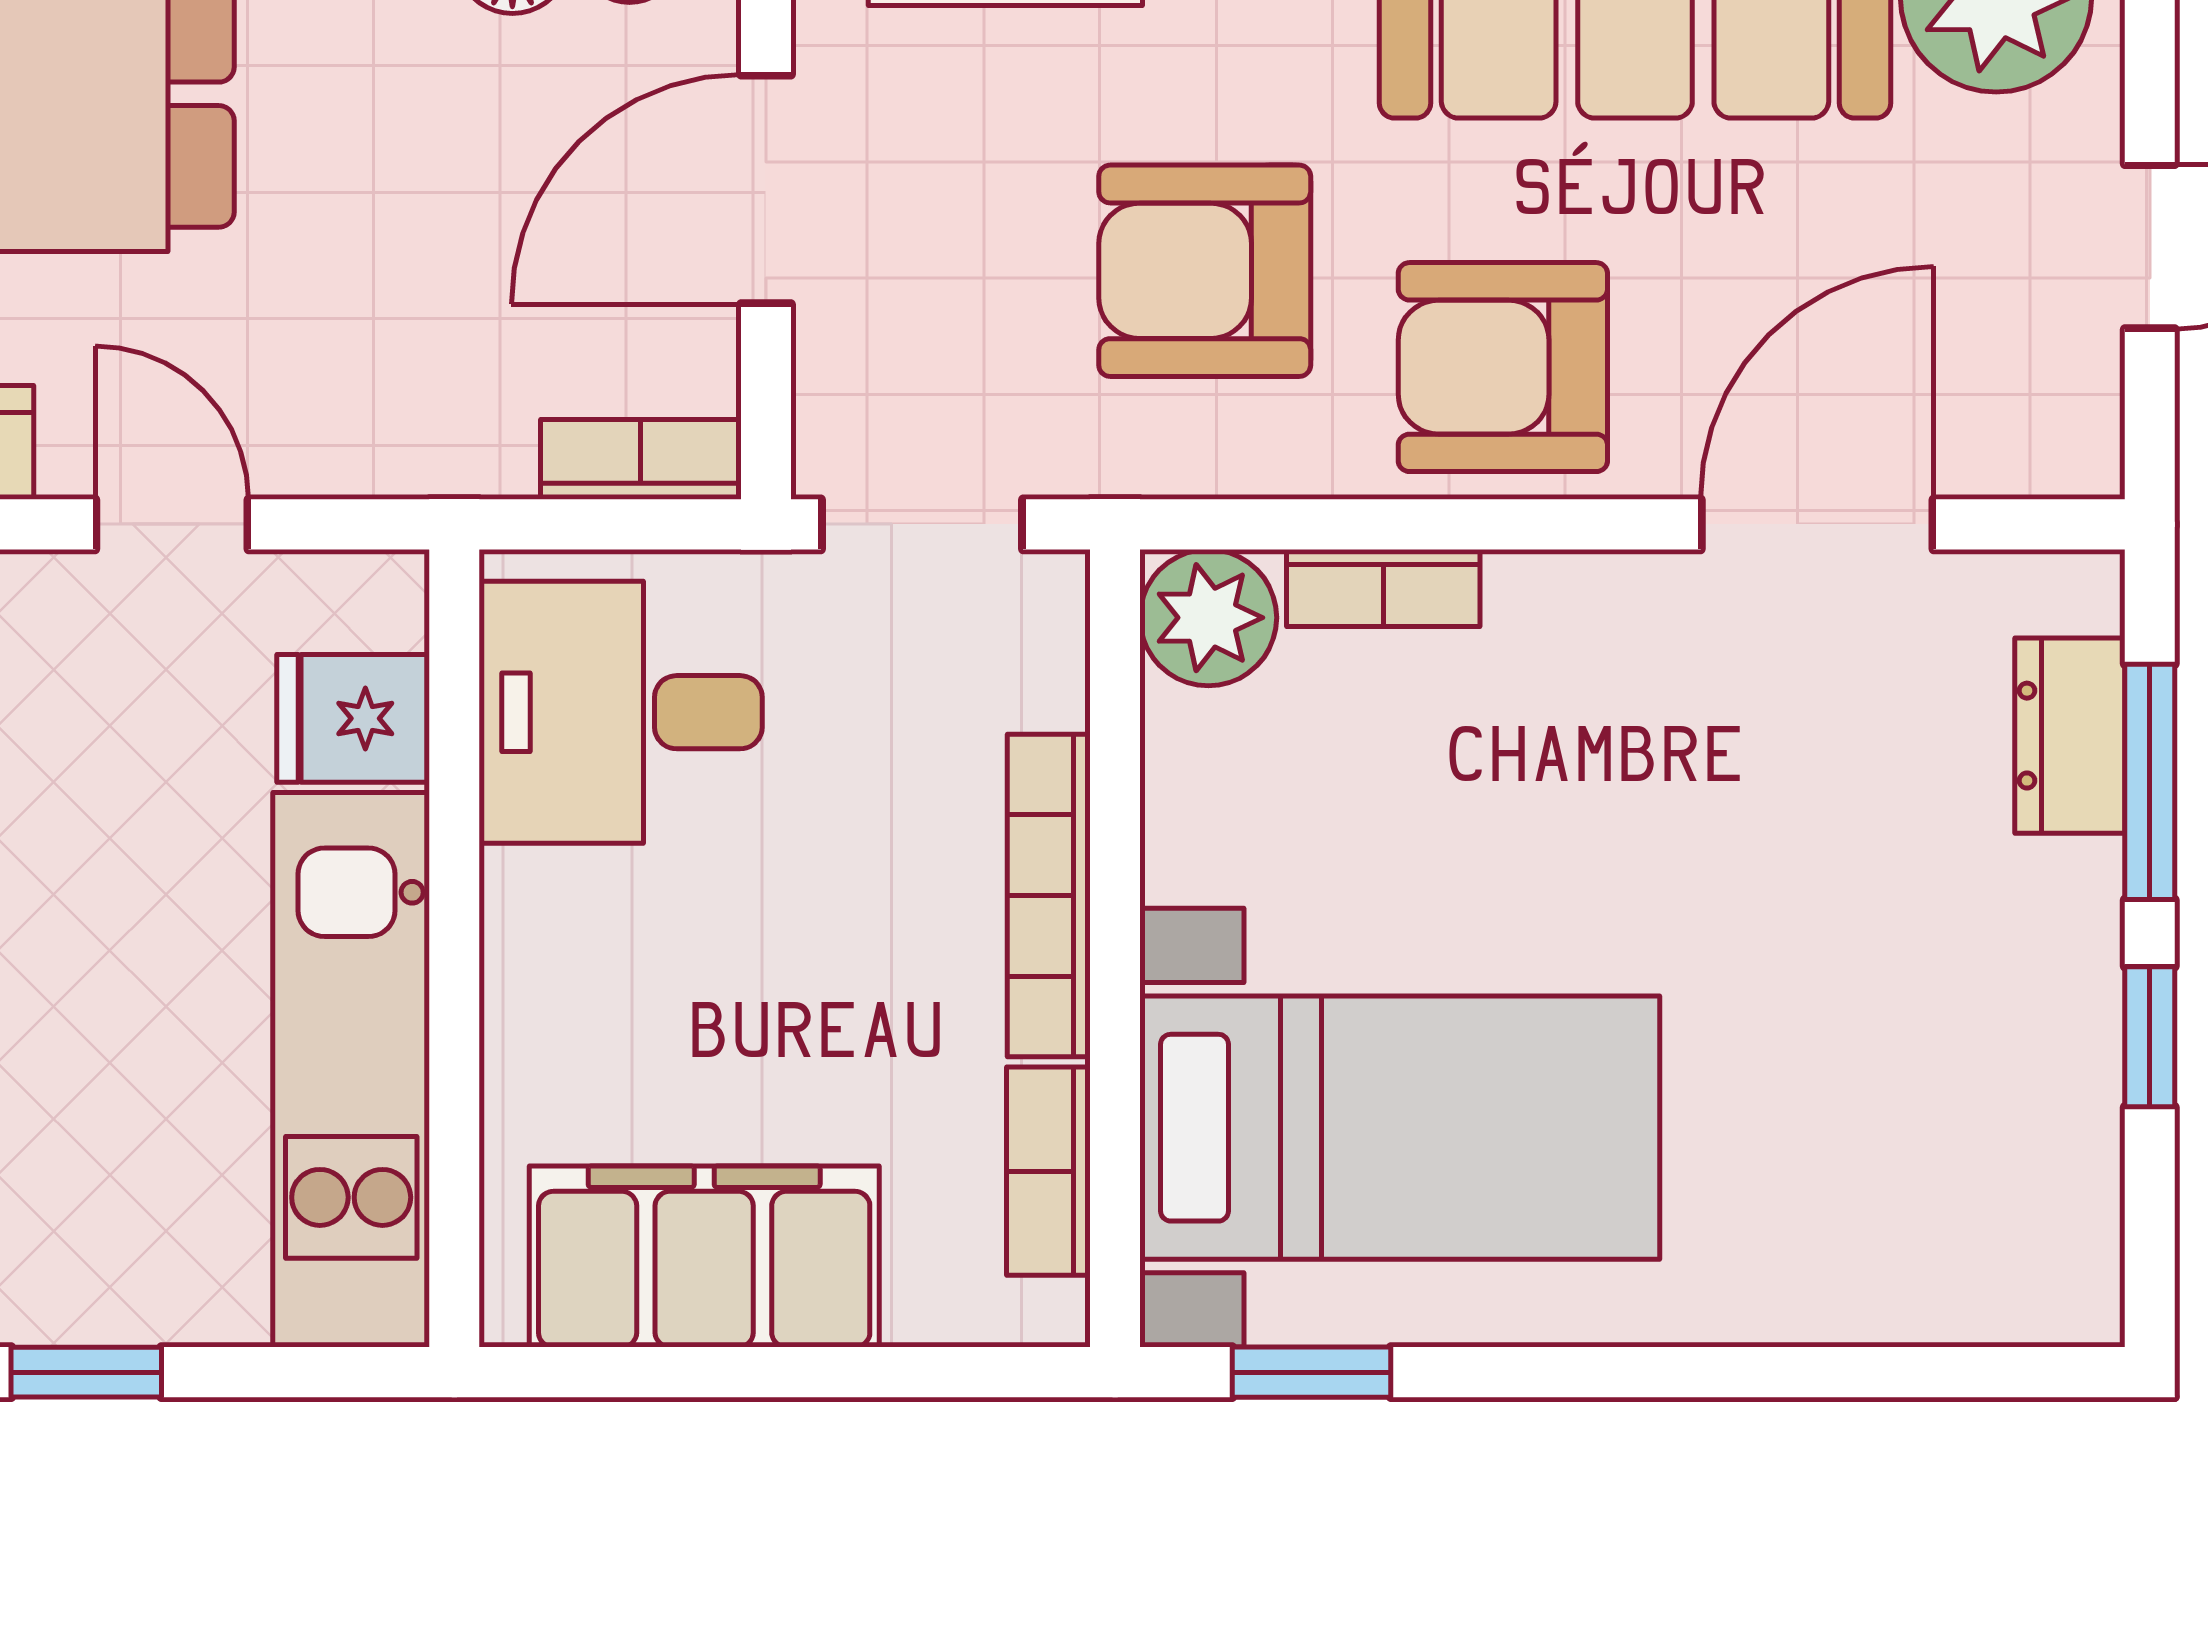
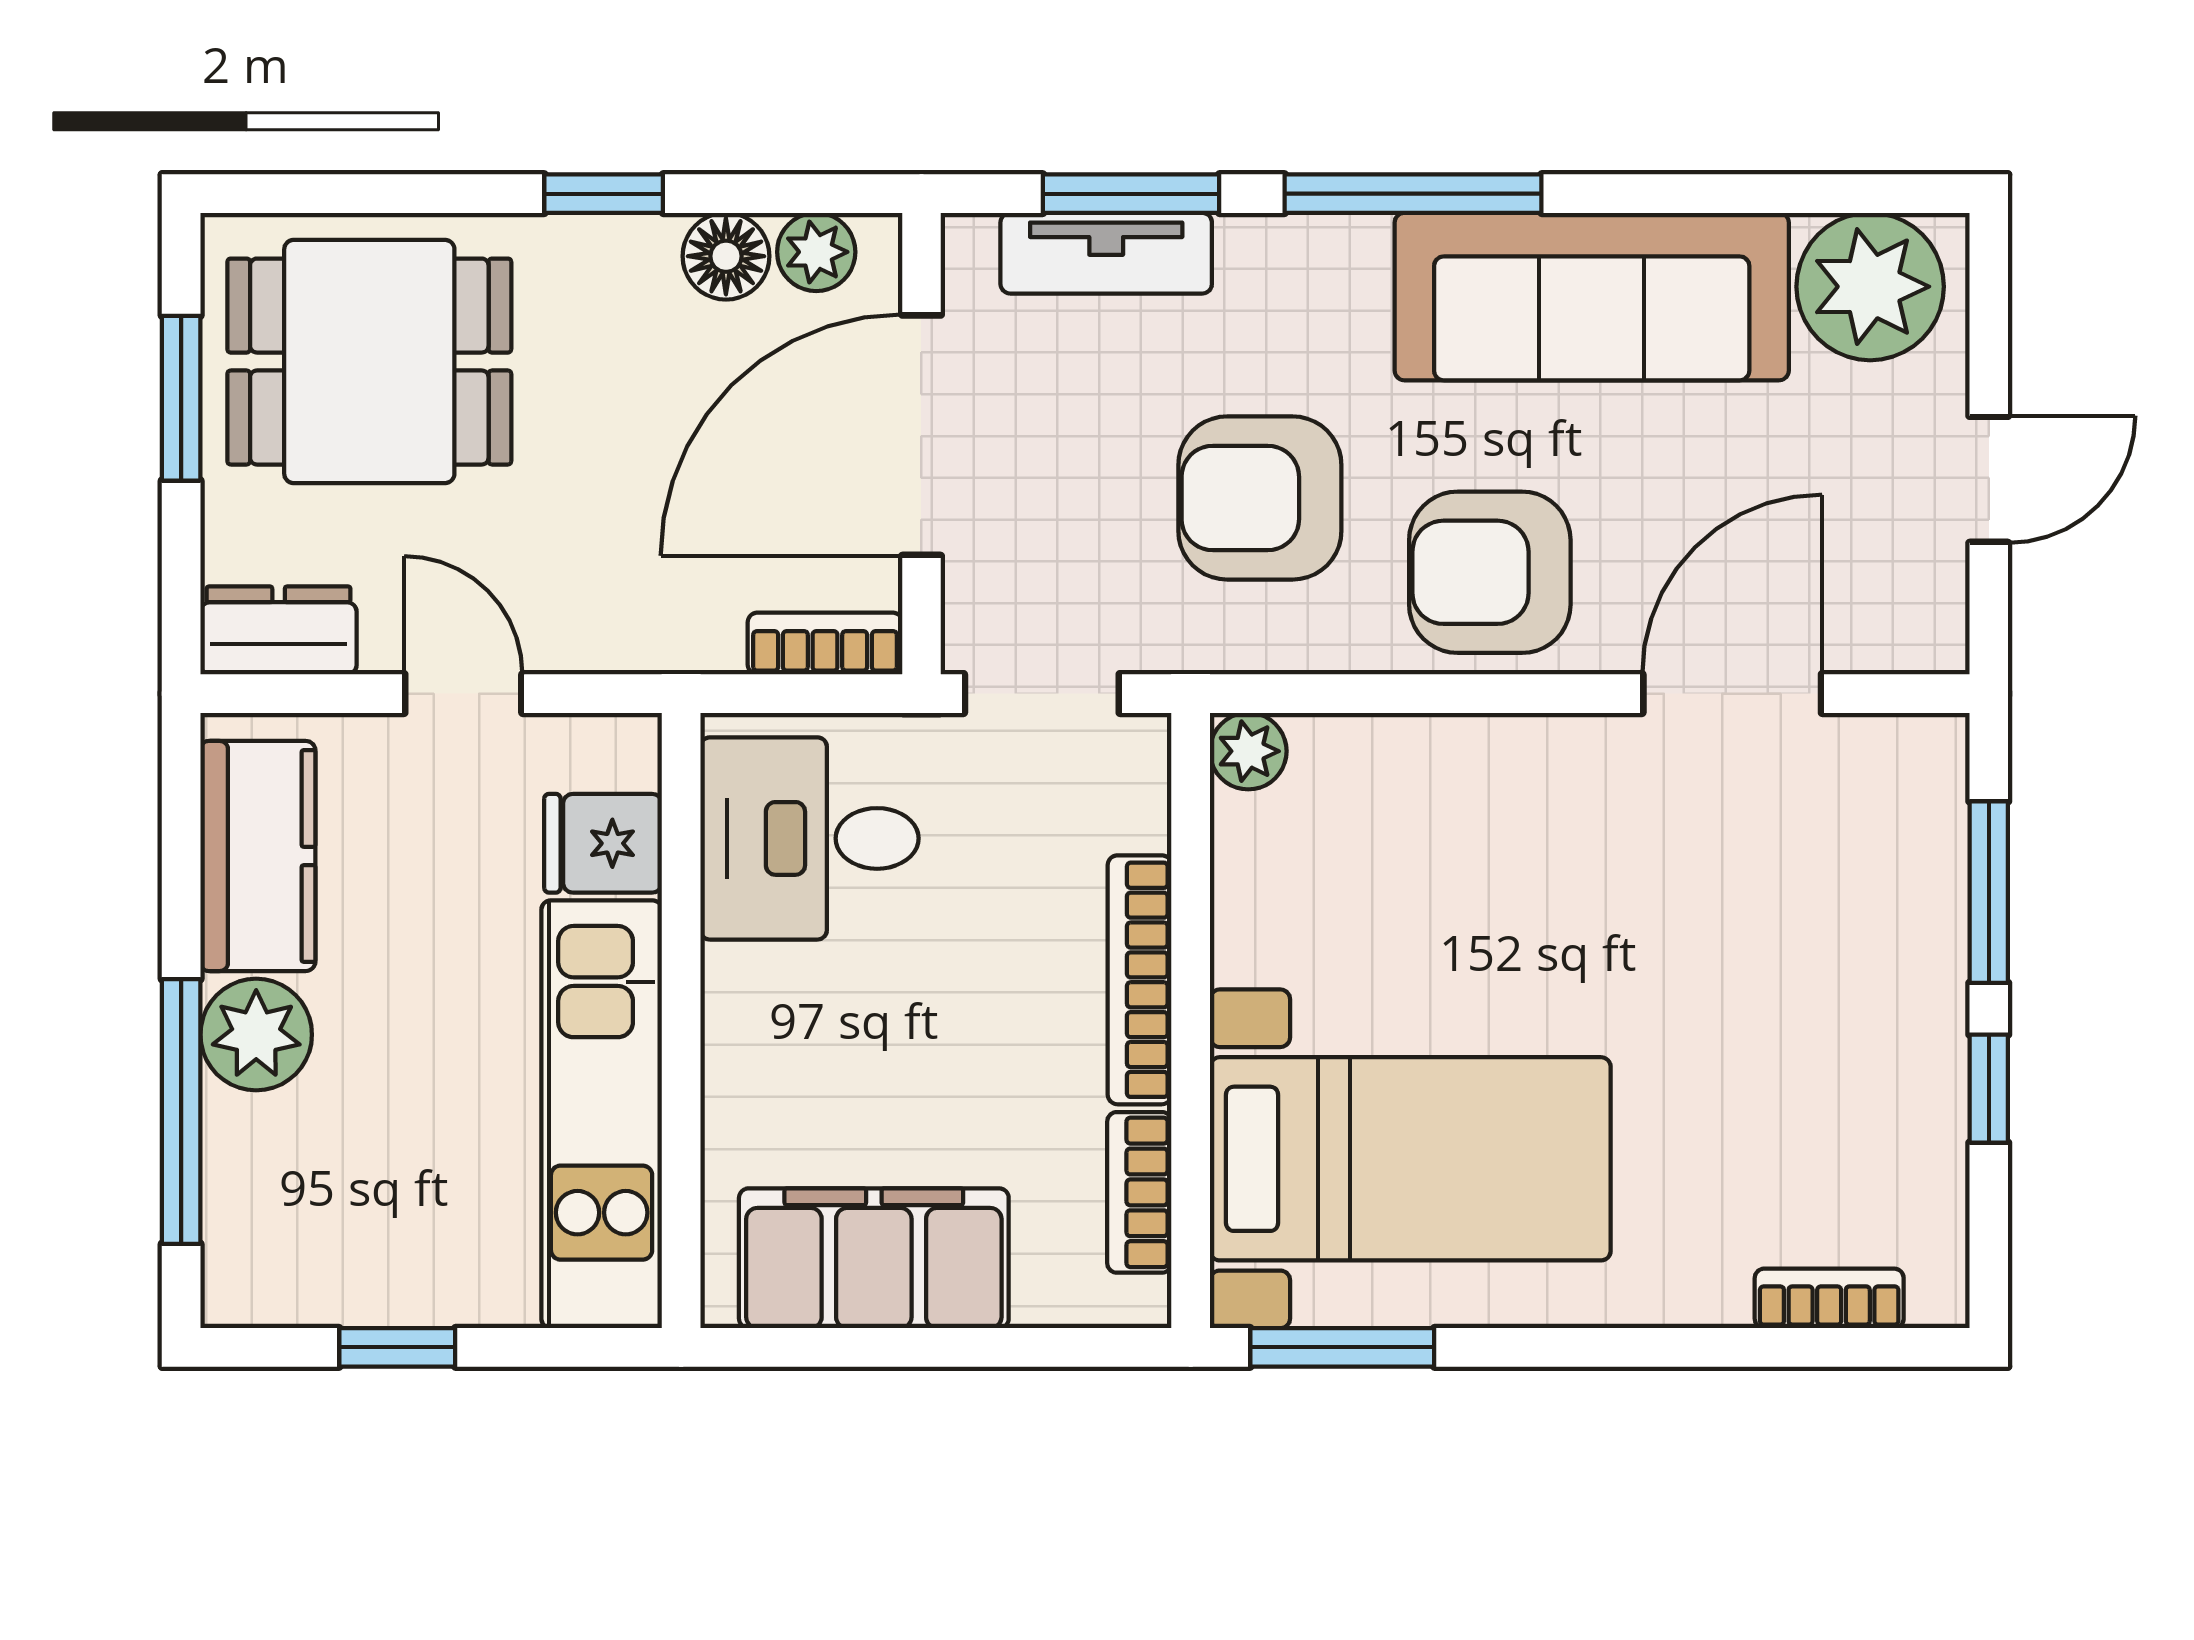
door: (766, 189) -> (921, 435), width x1.36
bookcase: (1383, 588) -> (1829, 1298), moved, turned 180
plant: (1208, 618) -> (1248, 751), width x0.73, depth x0.73
dresser: (2070, 736) -> (1927, 856), removed
window: (1311, 1372) -> (1342, 1347), width x1.50

